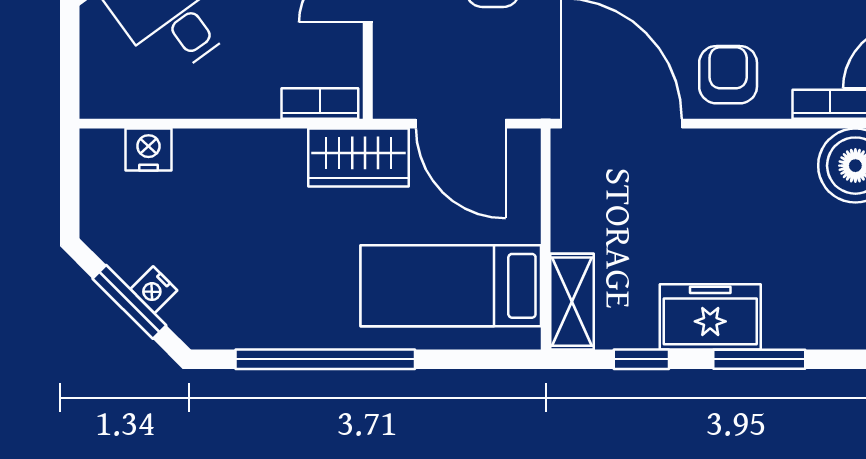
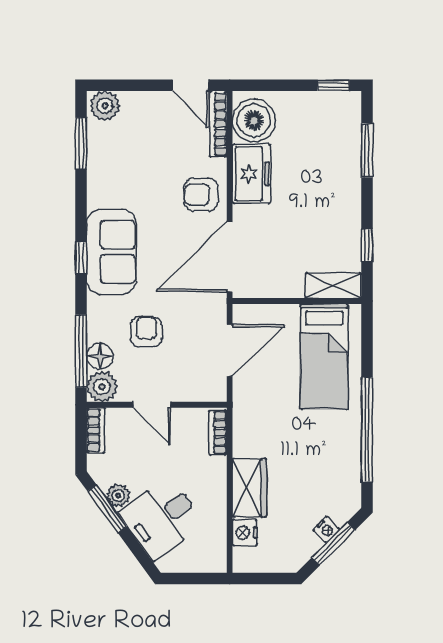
wardrobe: (359, 157) -> (249, 488), moved
freezer: (710, 317) -> (251, 174), moved, turned 180
window: (759, 359) -> (367, 150), moved

